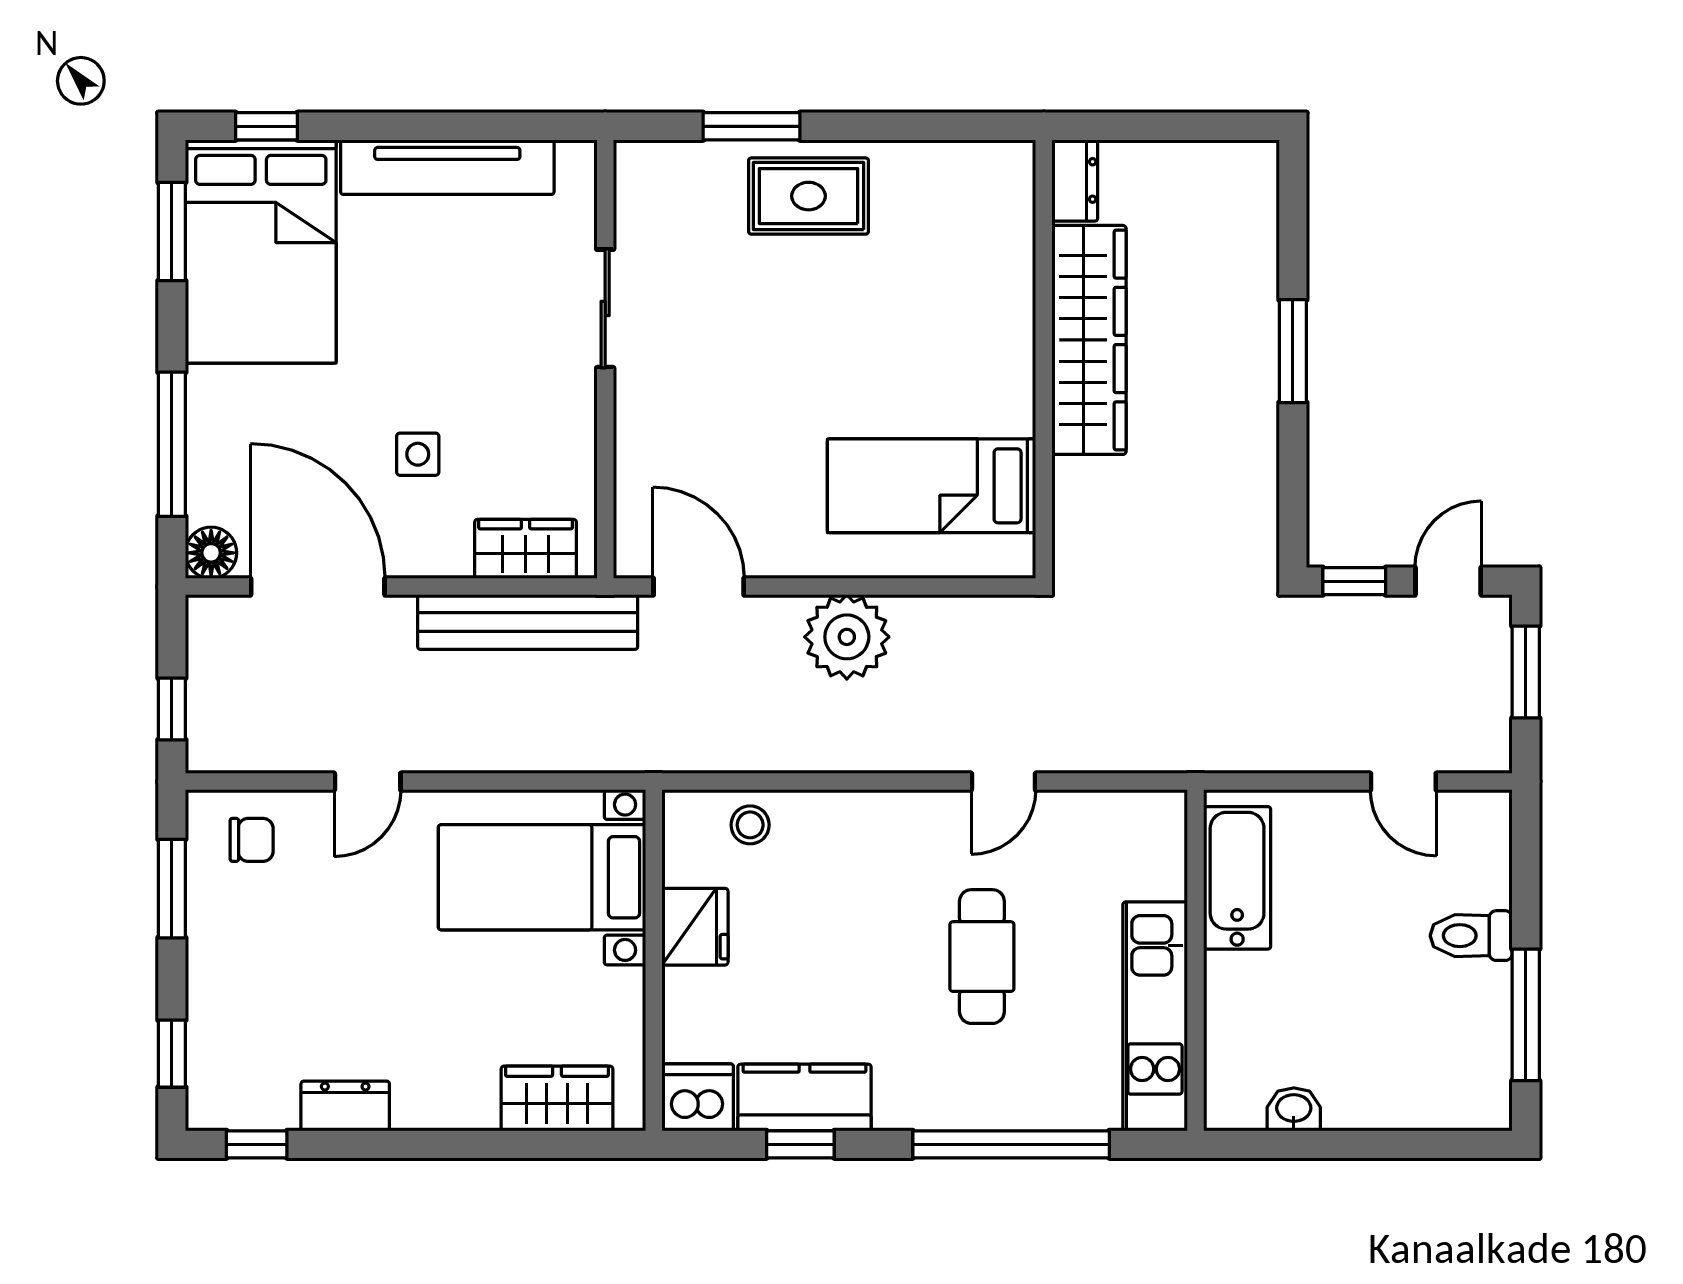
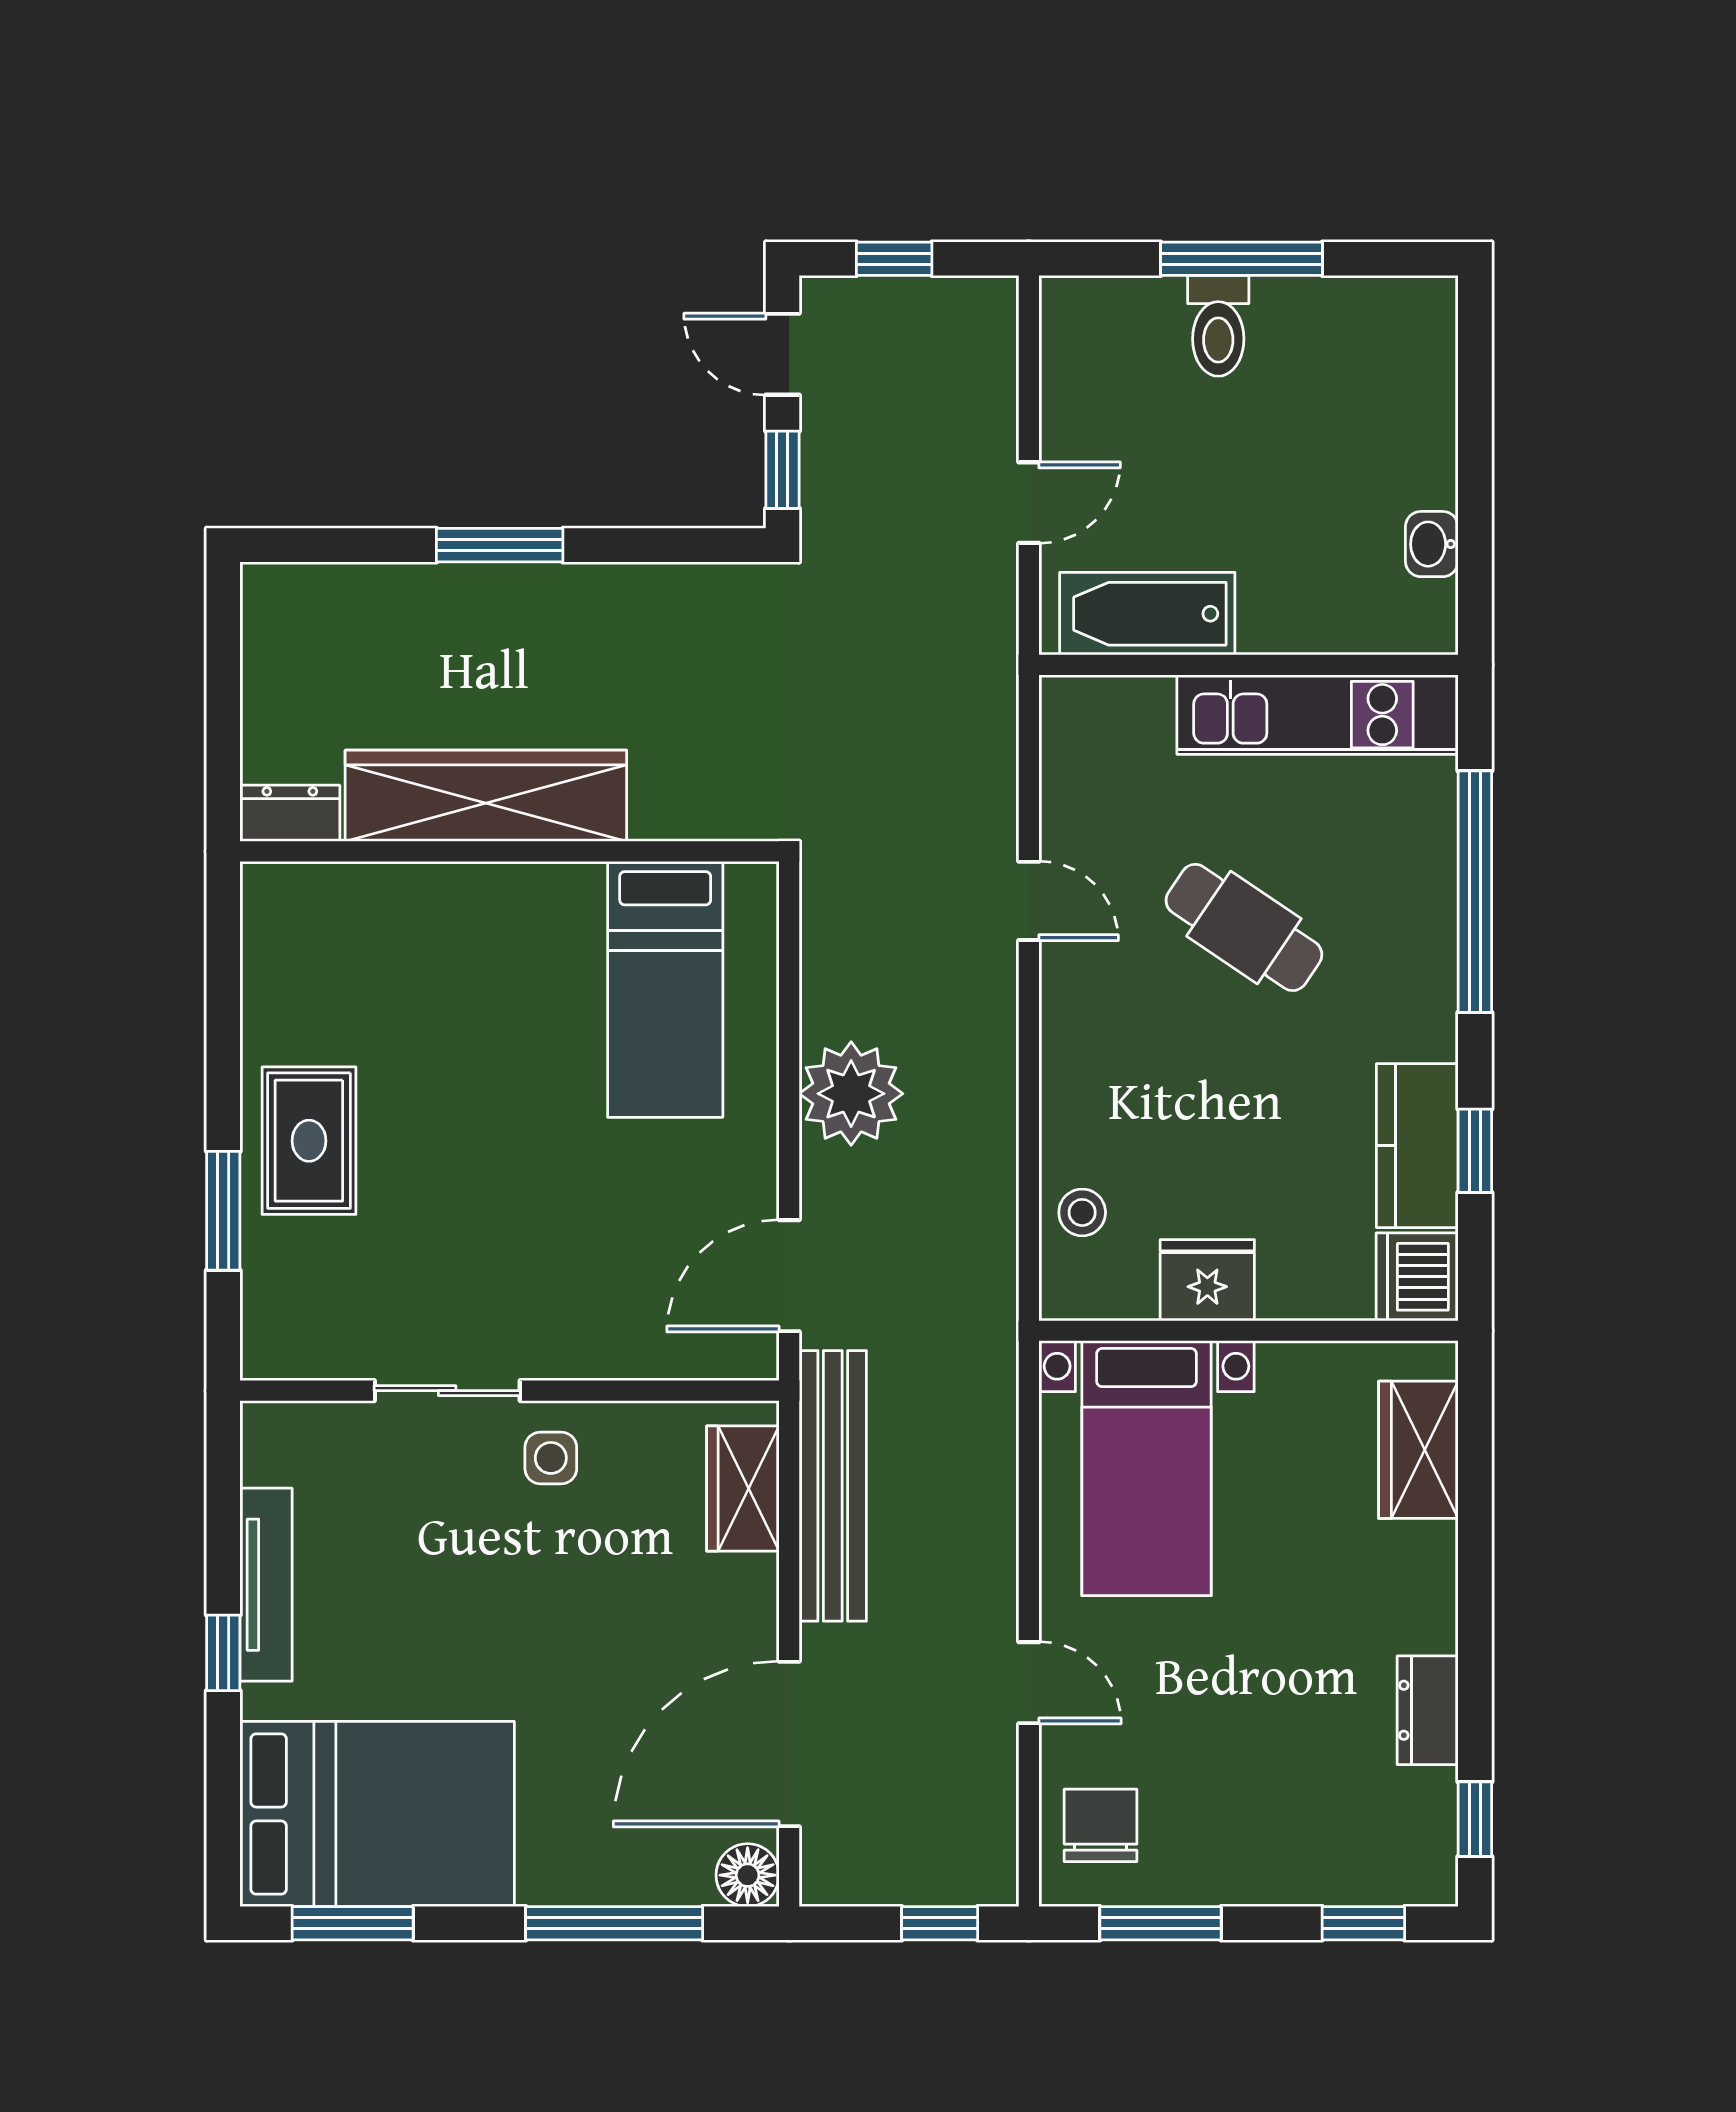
window: (266, 126) -> (223, 1653), moved
tv unit: (447, 167) -> (266, 1585), width x0.73, depth x0.78
side table: (418, 454) -> (551, 1458), moved
window: (1526, 672) -> (894, 259), width x0.67
door: (1403, 782) -> (1029, 503), moved
chair: (252, 840) -> (1101, 1825), width x1.37, depth x1.37
cafe table: (982, 957) -> (1244, 927), turned 34
window: (1526, 1015) -> (1242, 259), moved

